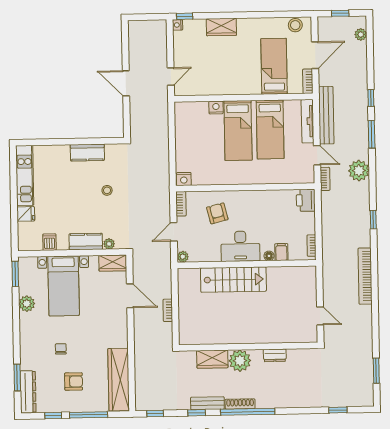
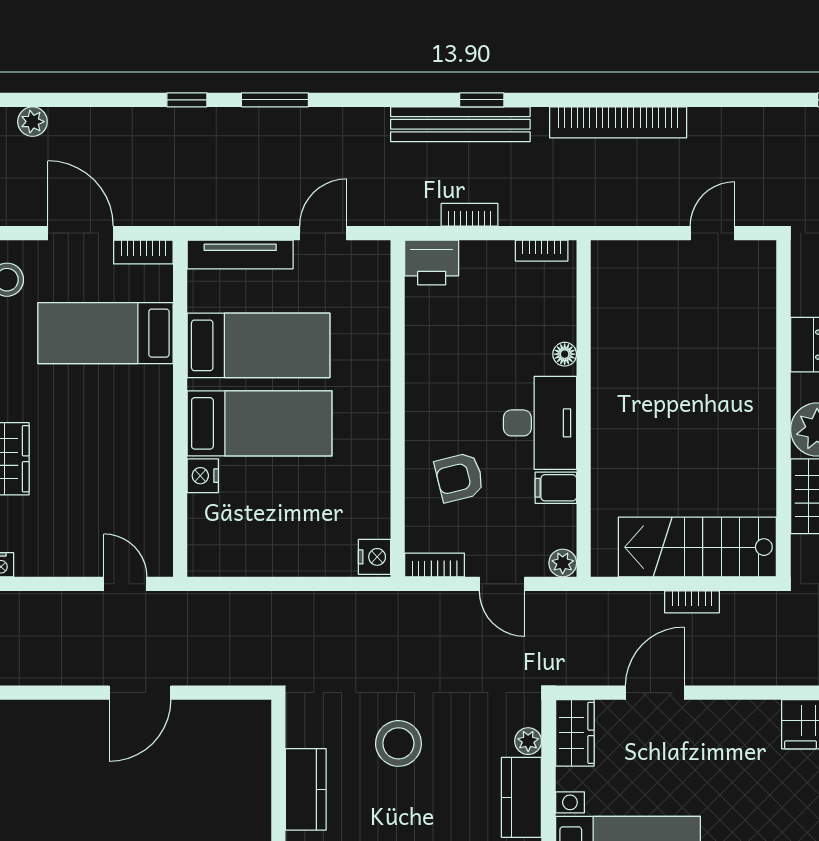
bench: (326, 115) -> (460, 124), moved
plant: (359, 171) -> (362, 132), removed
bookcase: (325, 179) -> (470, 215), moved
stool: (107, 190) -> (398, 743), width x1.89, depth x1.89
filing cabinet: (281, 252) -> (556, 488), moved
stairs: (233, 280) -> (697, 547), moved, turned -90

